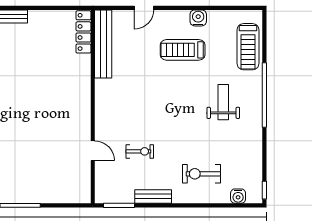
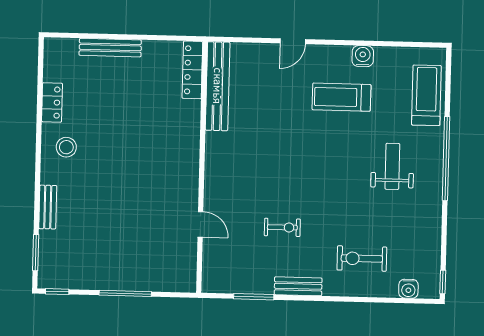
locker: (83, 32) -> (192, 70), moved
bench: (103, 44) -> (218, 86), moved
treadmill: (248, 47) -> (426, 95), turned 180
wall: (93, 107) -> (202, 167), moved
door: (93, 151) -> (200, 224), moved

